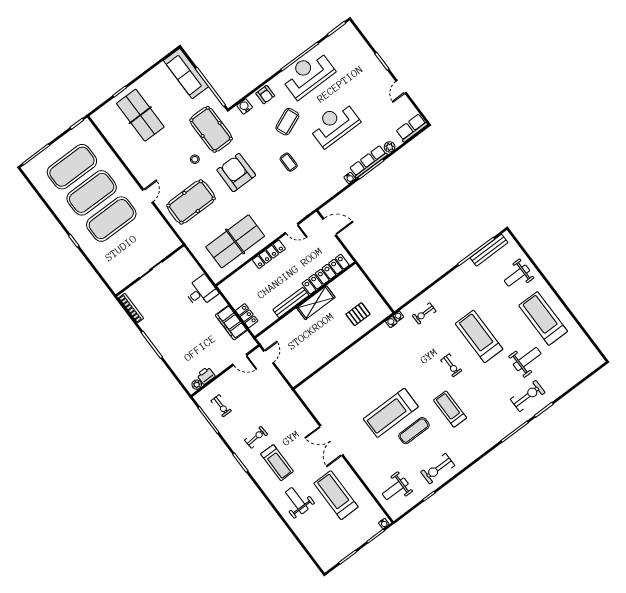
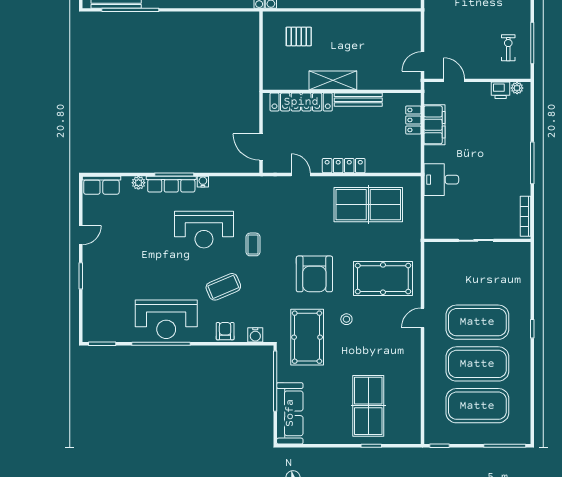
reception desk: (334, 124) -> (204, 230), moved

